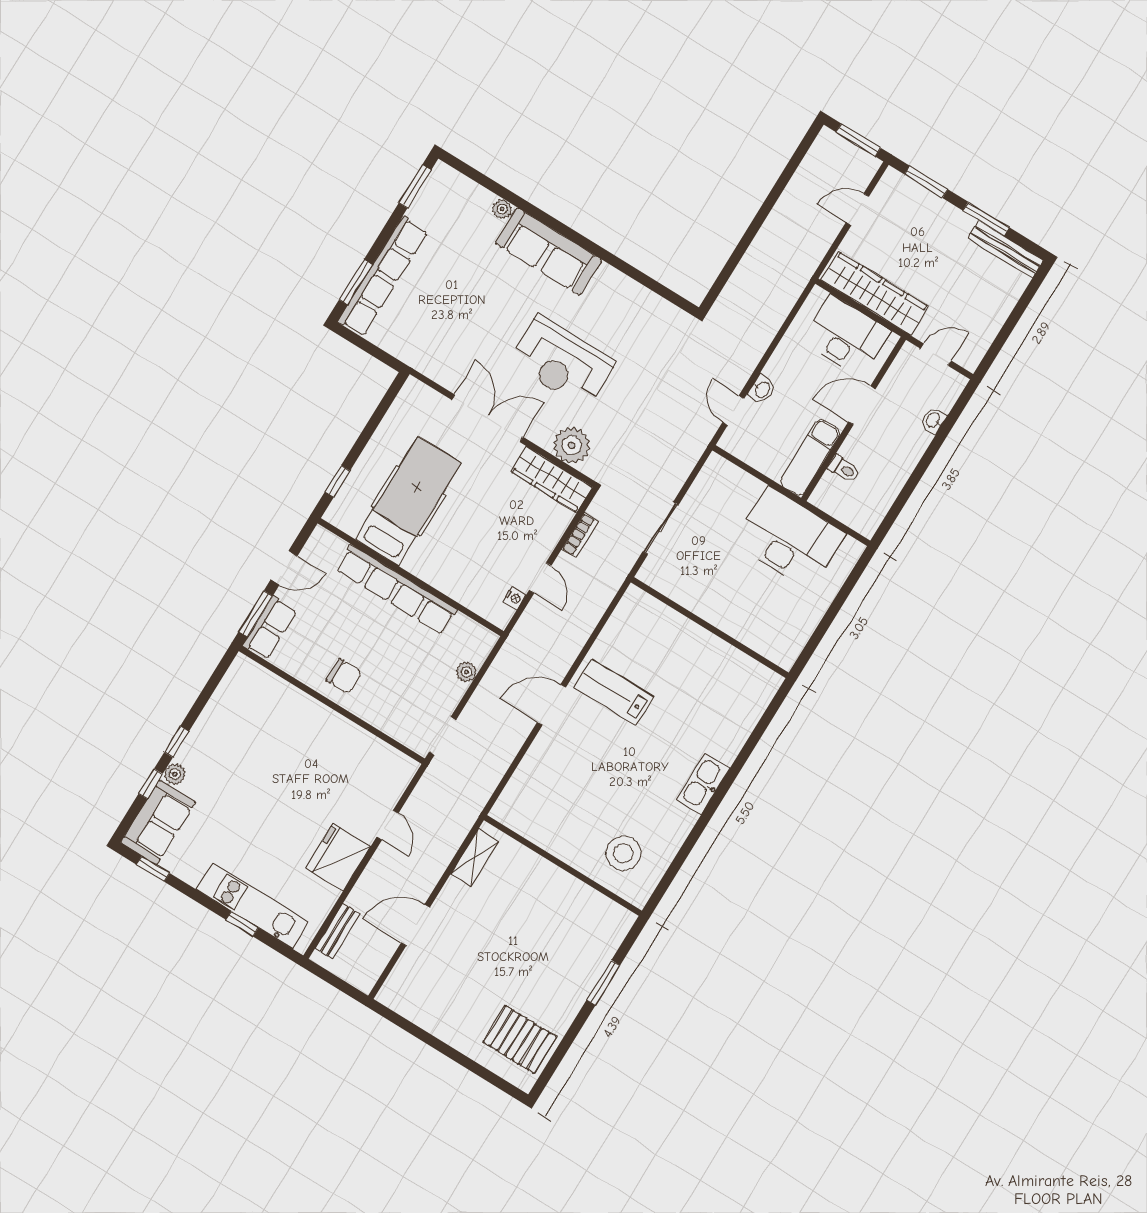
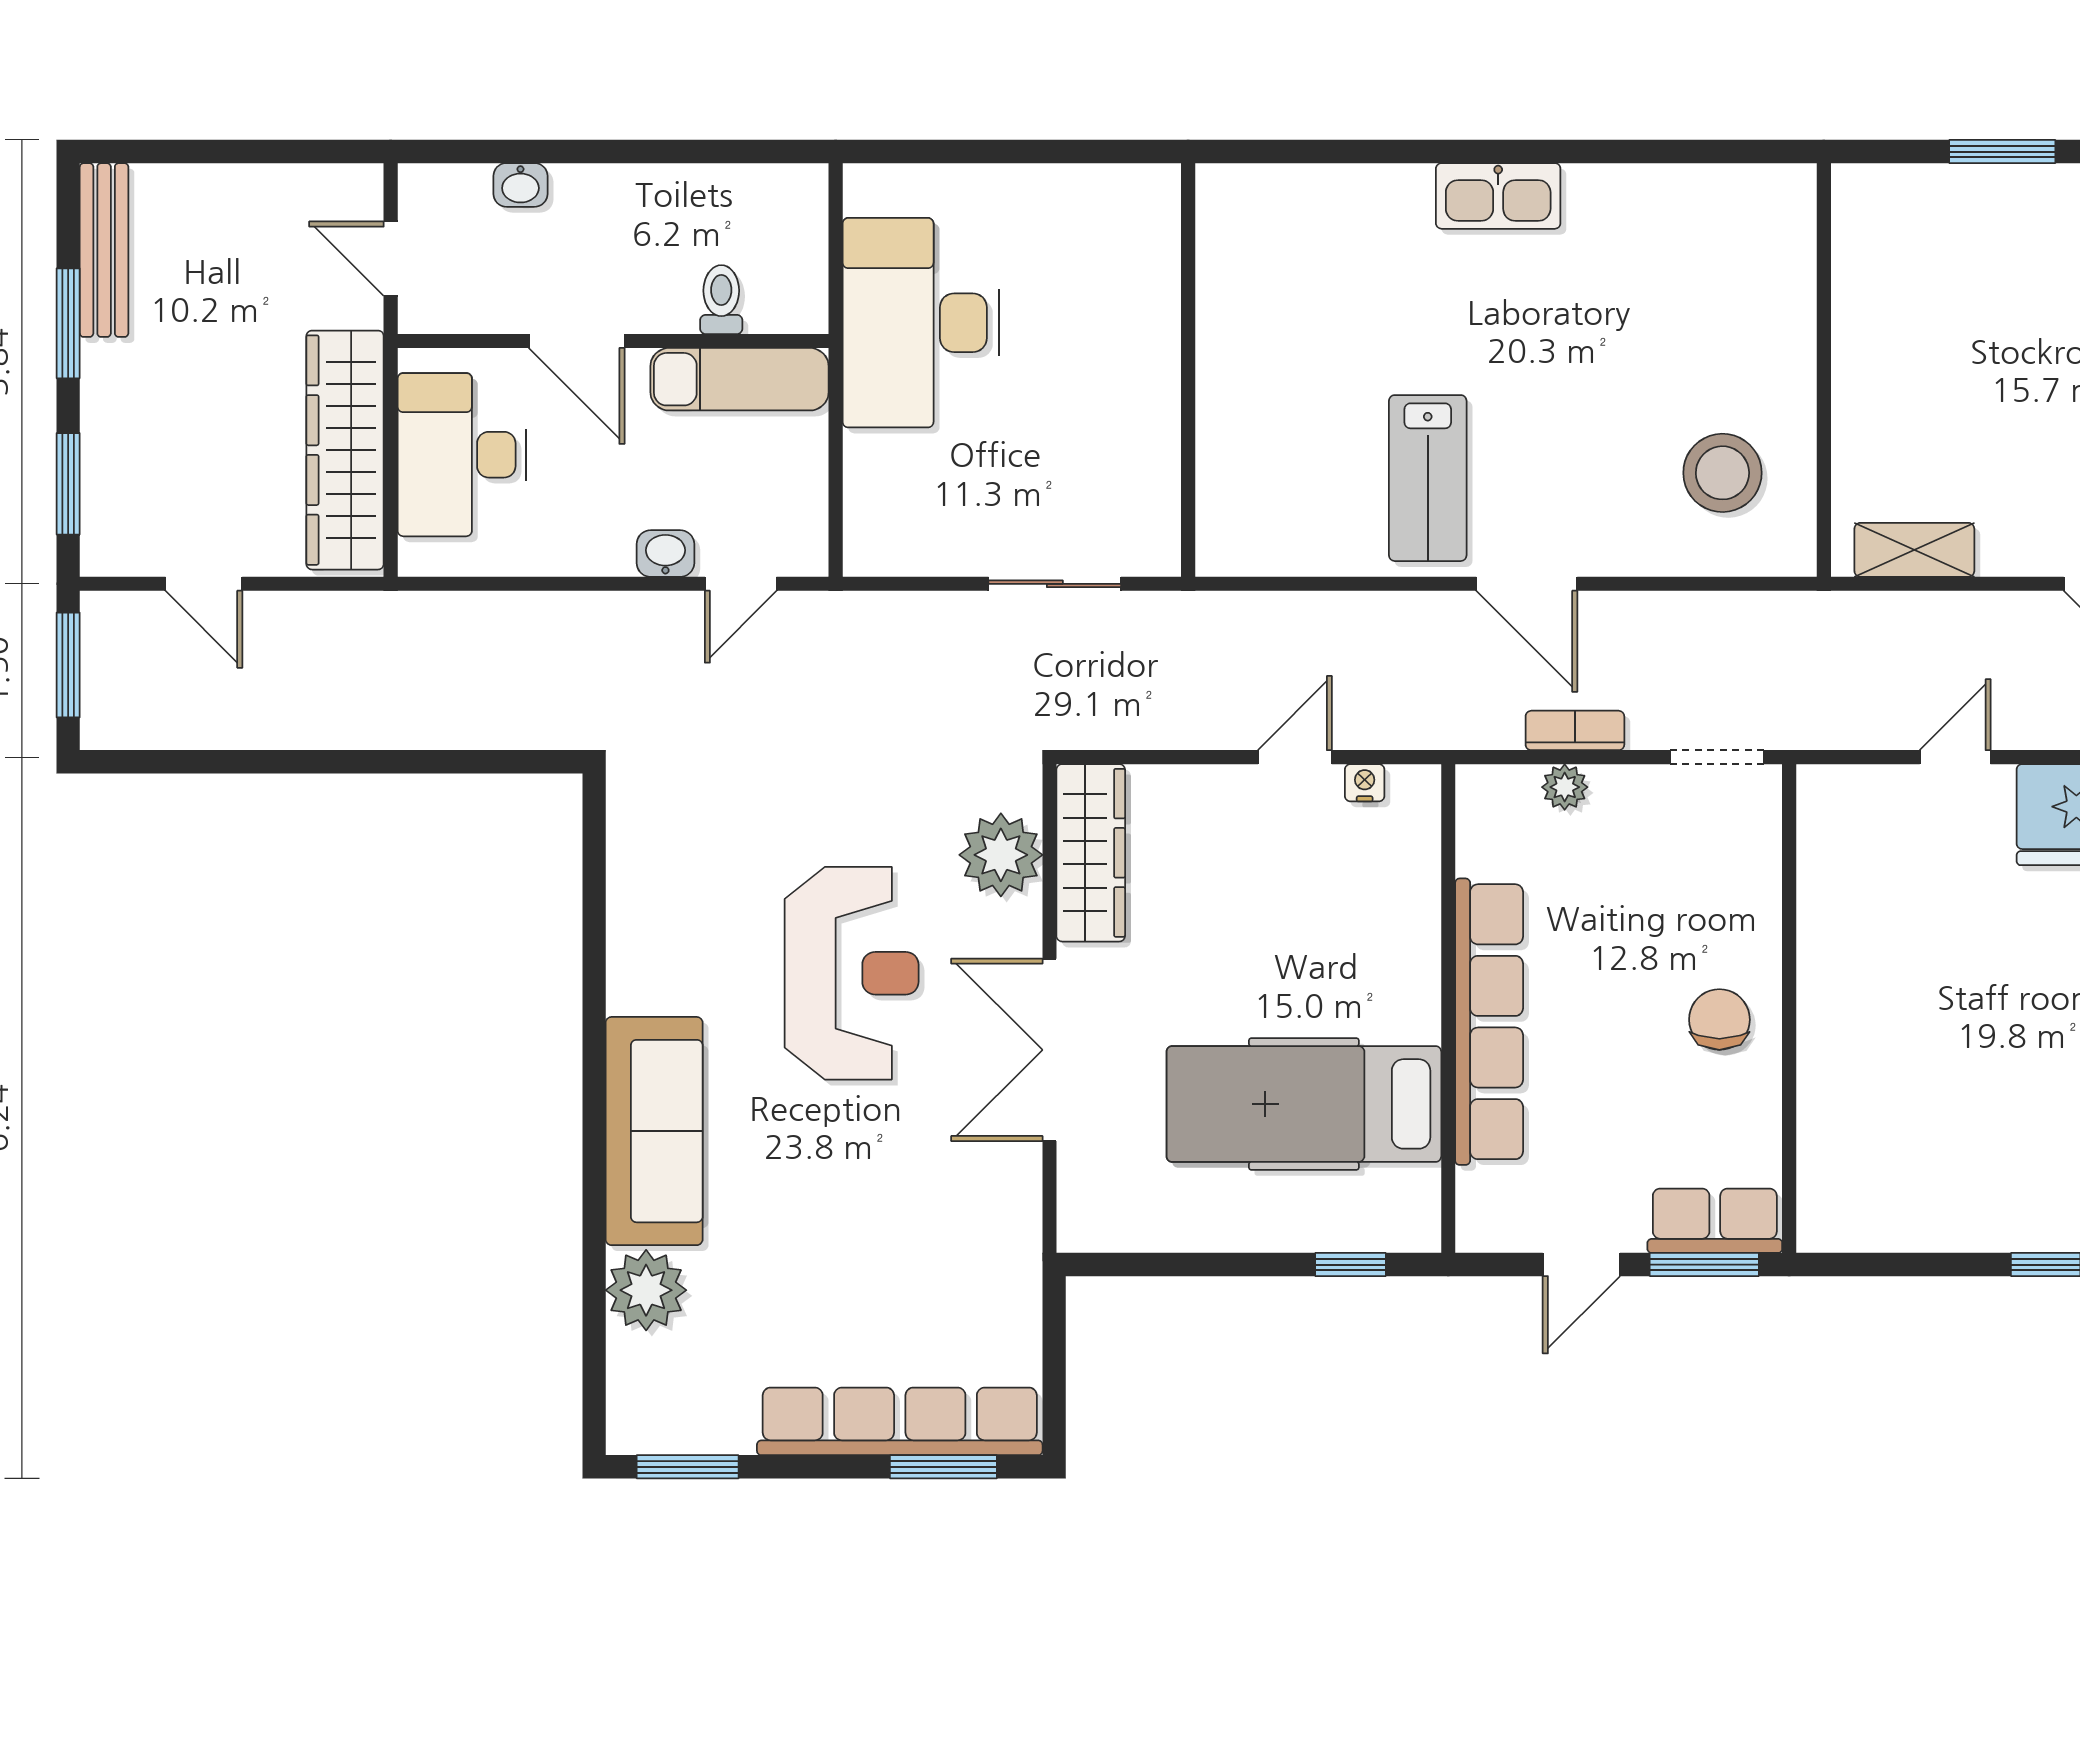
plant: (502, 209) -> (646, 1290), width x1.88, depth x1.88
bookcase: (580, 535) -> (1575, 730), moved
door: (284, 568) -> (1581, 1265), swing flipped
stool: (623, 853) -> (1722, 473), moved

